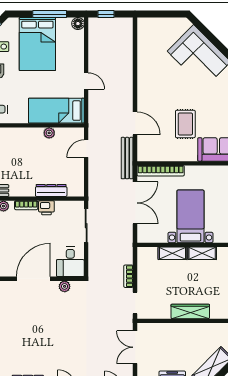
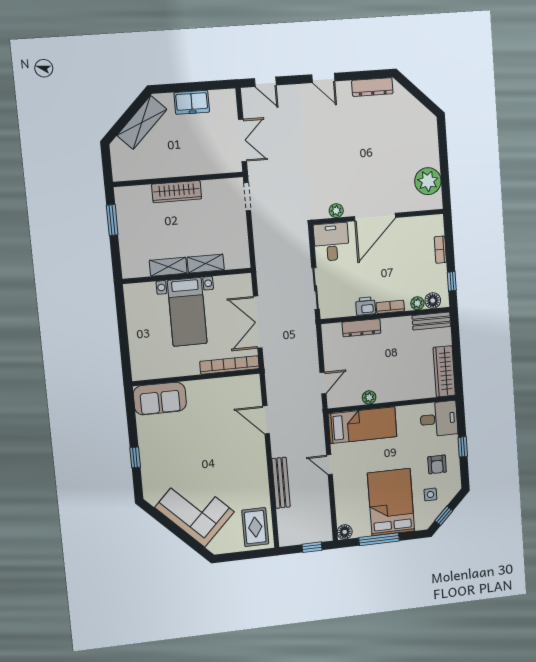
rug: (185, 124) -> (255, 527), moved
bench: (127, 158) -> (281, 483), moved
bookcase: (128, 276) -> (258, 230), removed

